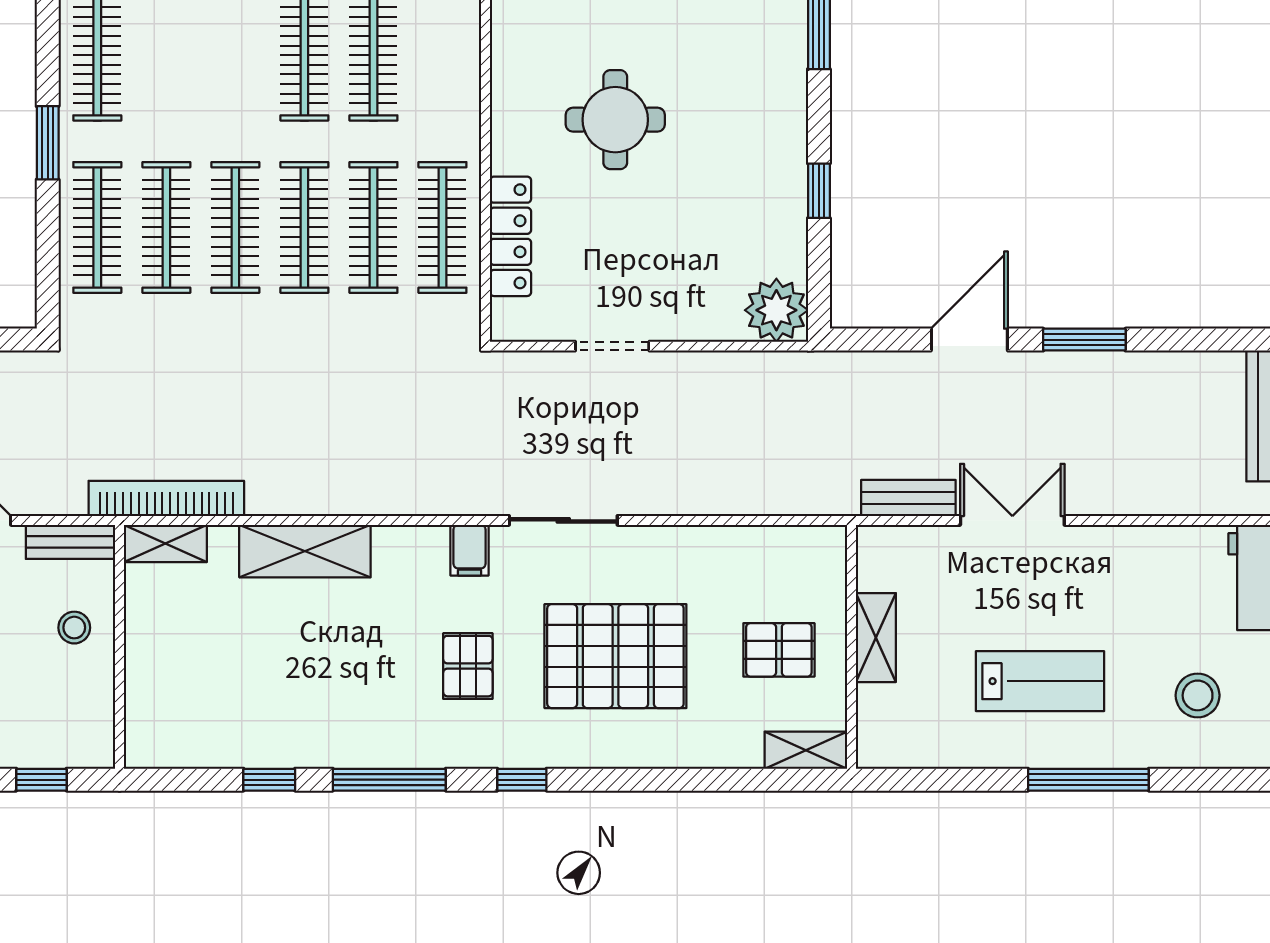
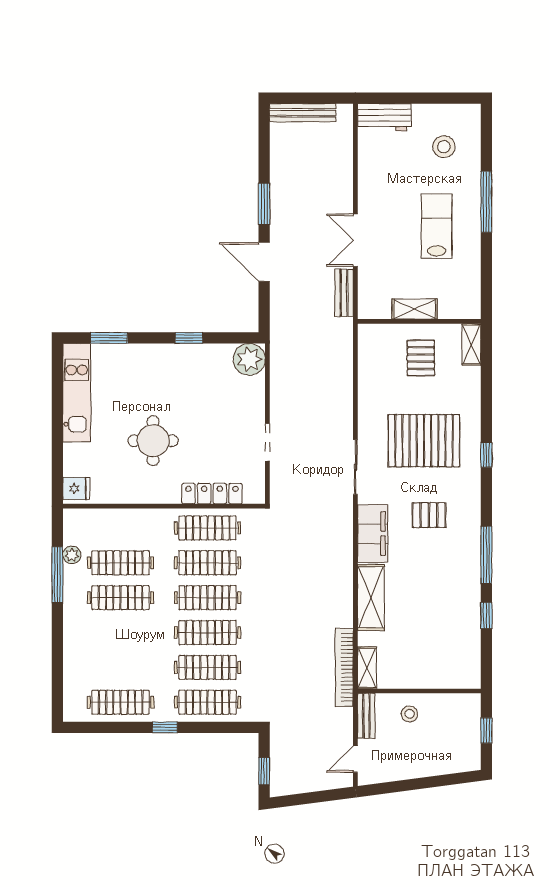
window: (48, 143) -> (165, 727), width x0.67
filing cabinet: (470, 550) -> (373, 534), width x3.00, depth x1.17
pallet: (615, 656) -> (424, 441), turned 90
window: (522, 780) -> (486, 455), moved

